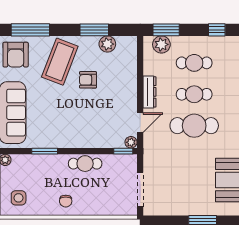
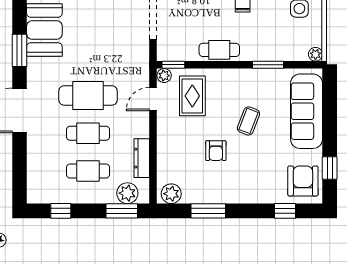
window: (30, 30) -> (285, 211), width x0.46
plant: (107, 44) -> (171, 194), moved
coffee table: (60, 62) -> (248, 121), moved, width x0.54, depth x0.58
armchair: (88, 80) -> (216, 151), turned 90
dresser: (150, 92) -> (142, 158), moved
rug: (108, 125) -> (192, 96), added

